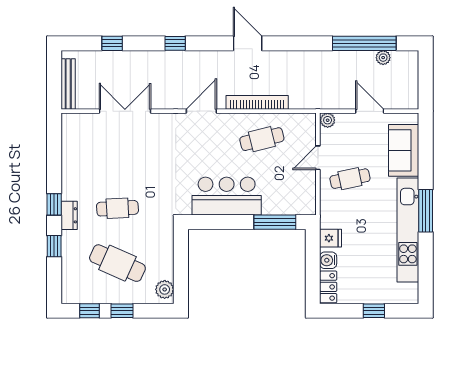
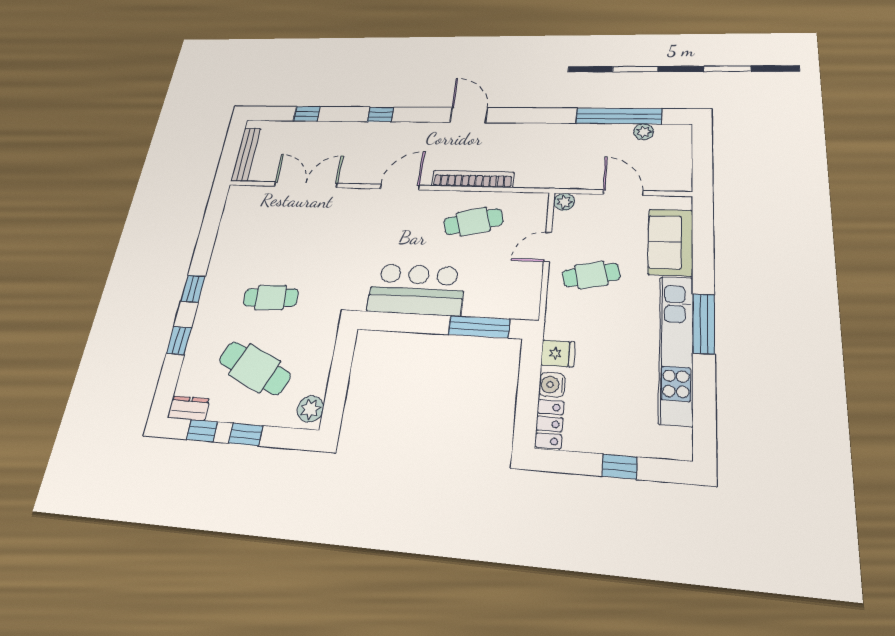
dresser: (69, 215) -> (189, 408), moved, turned -90

